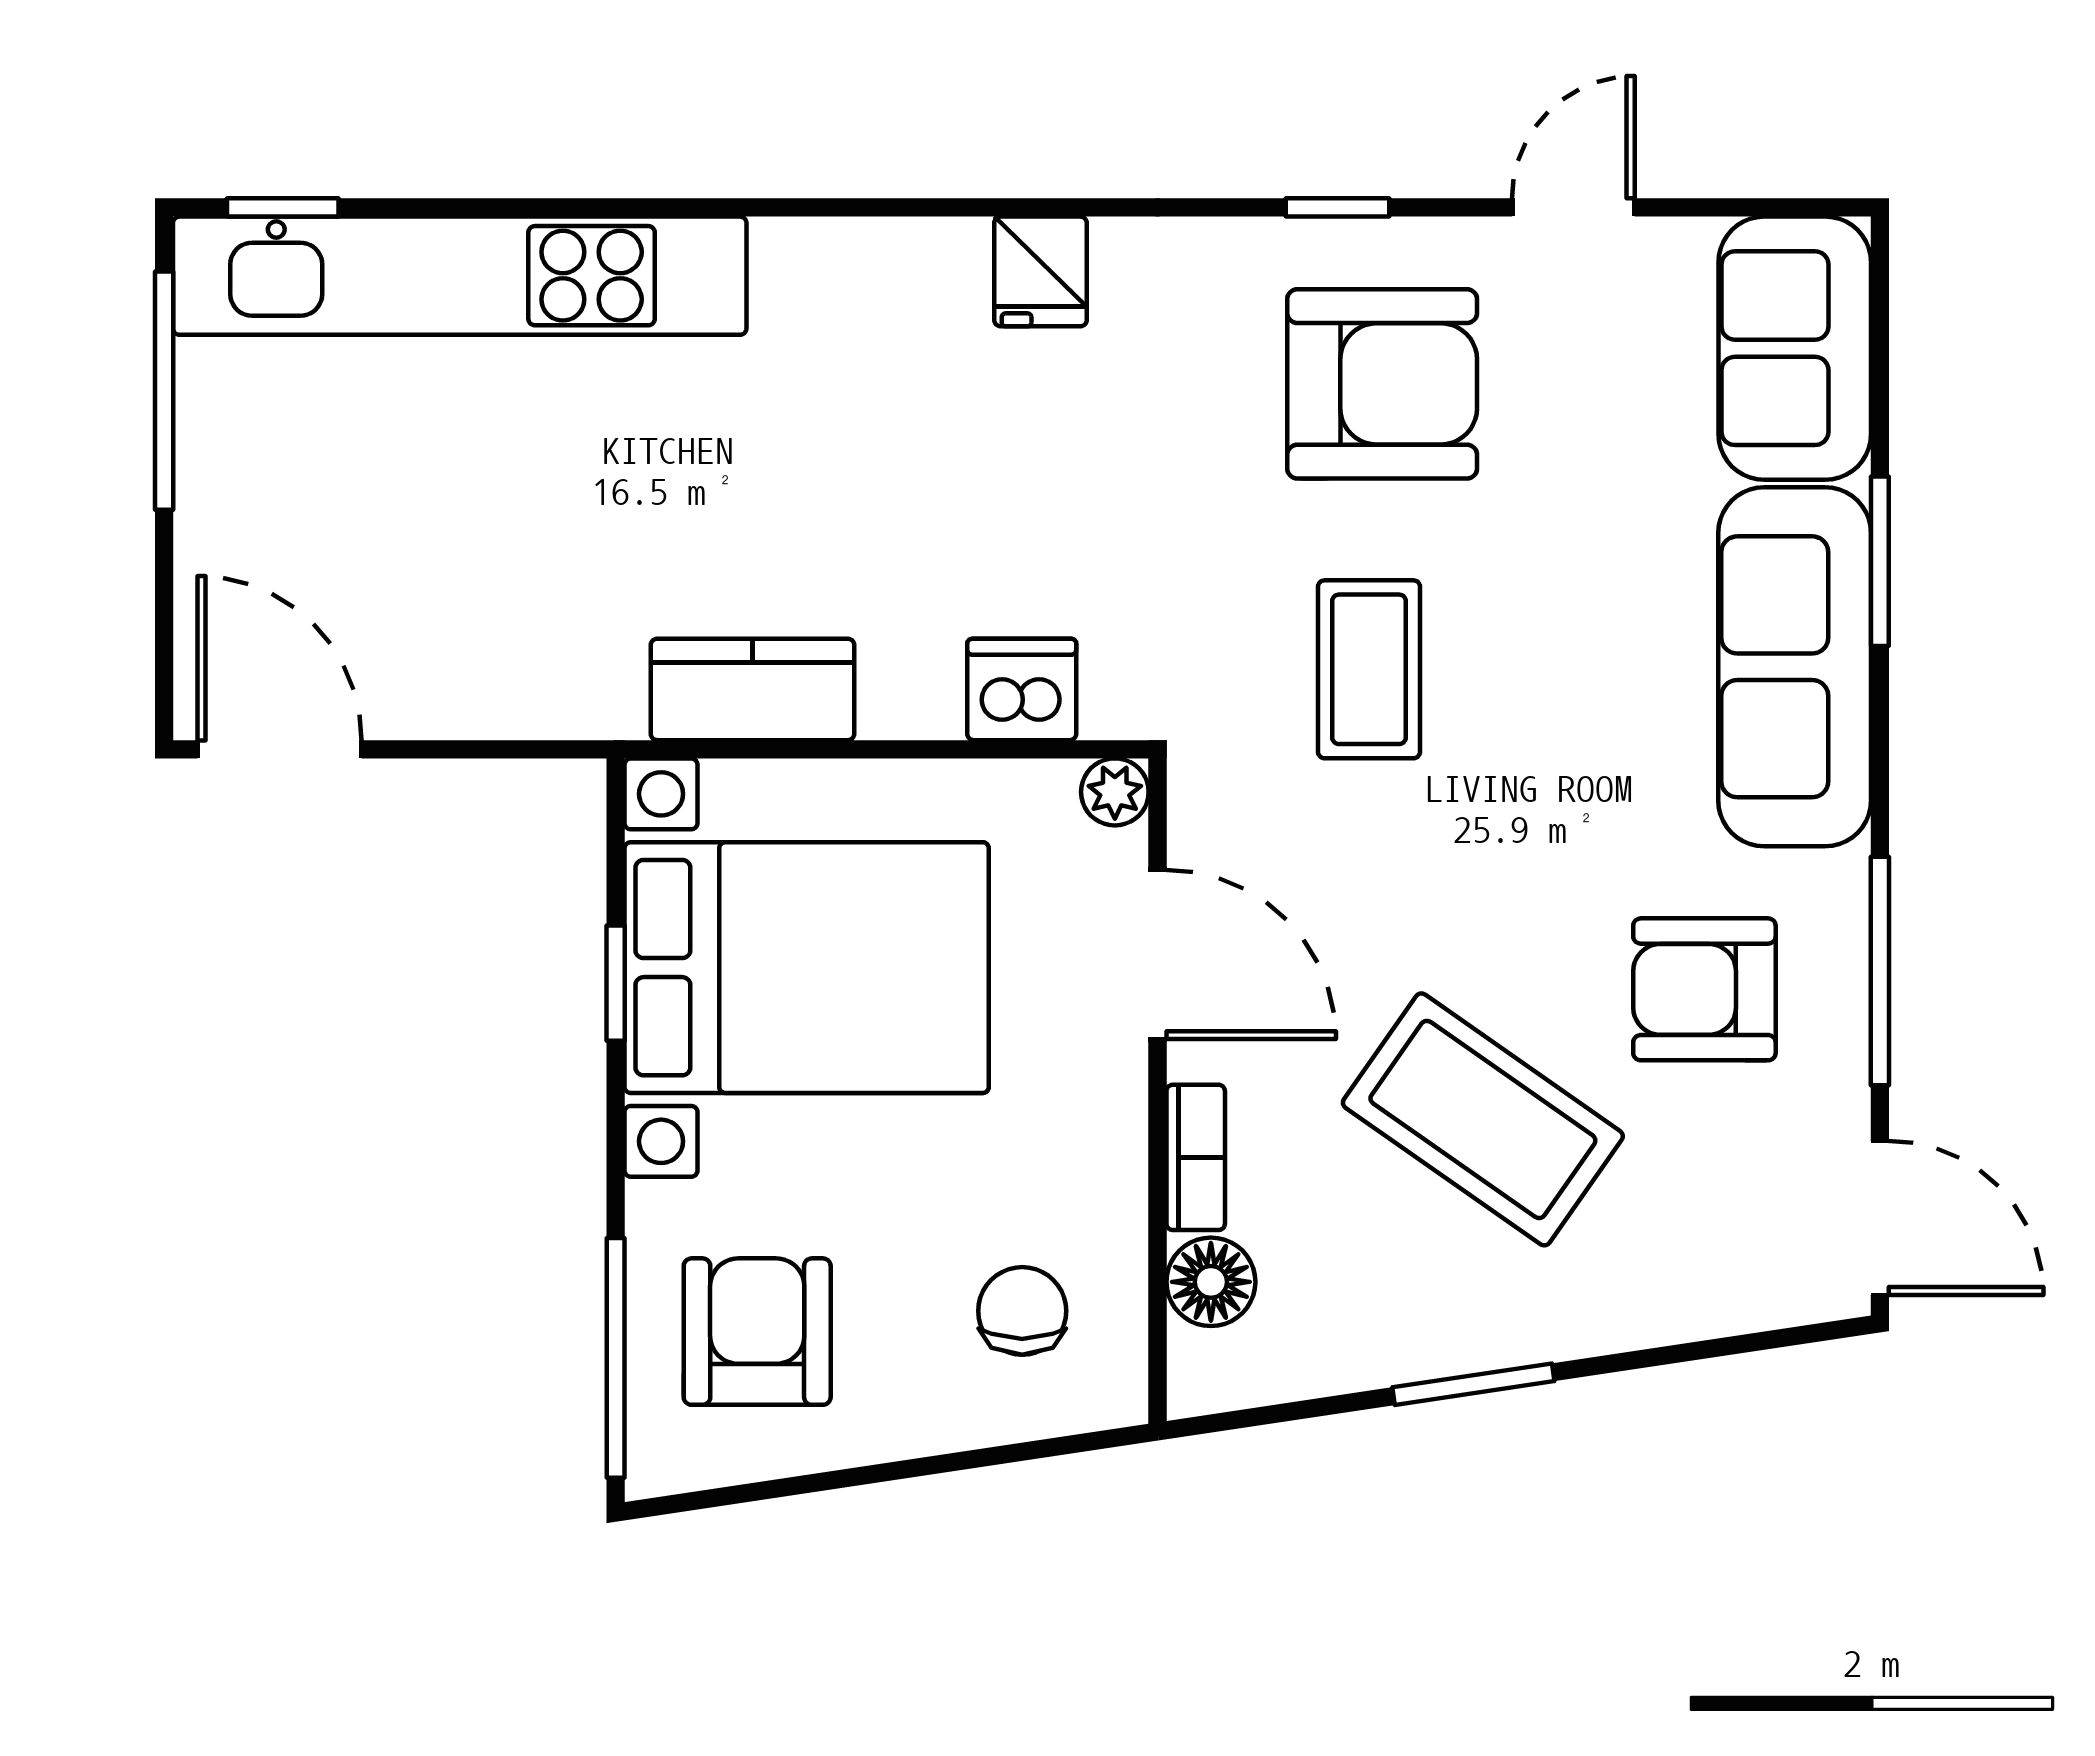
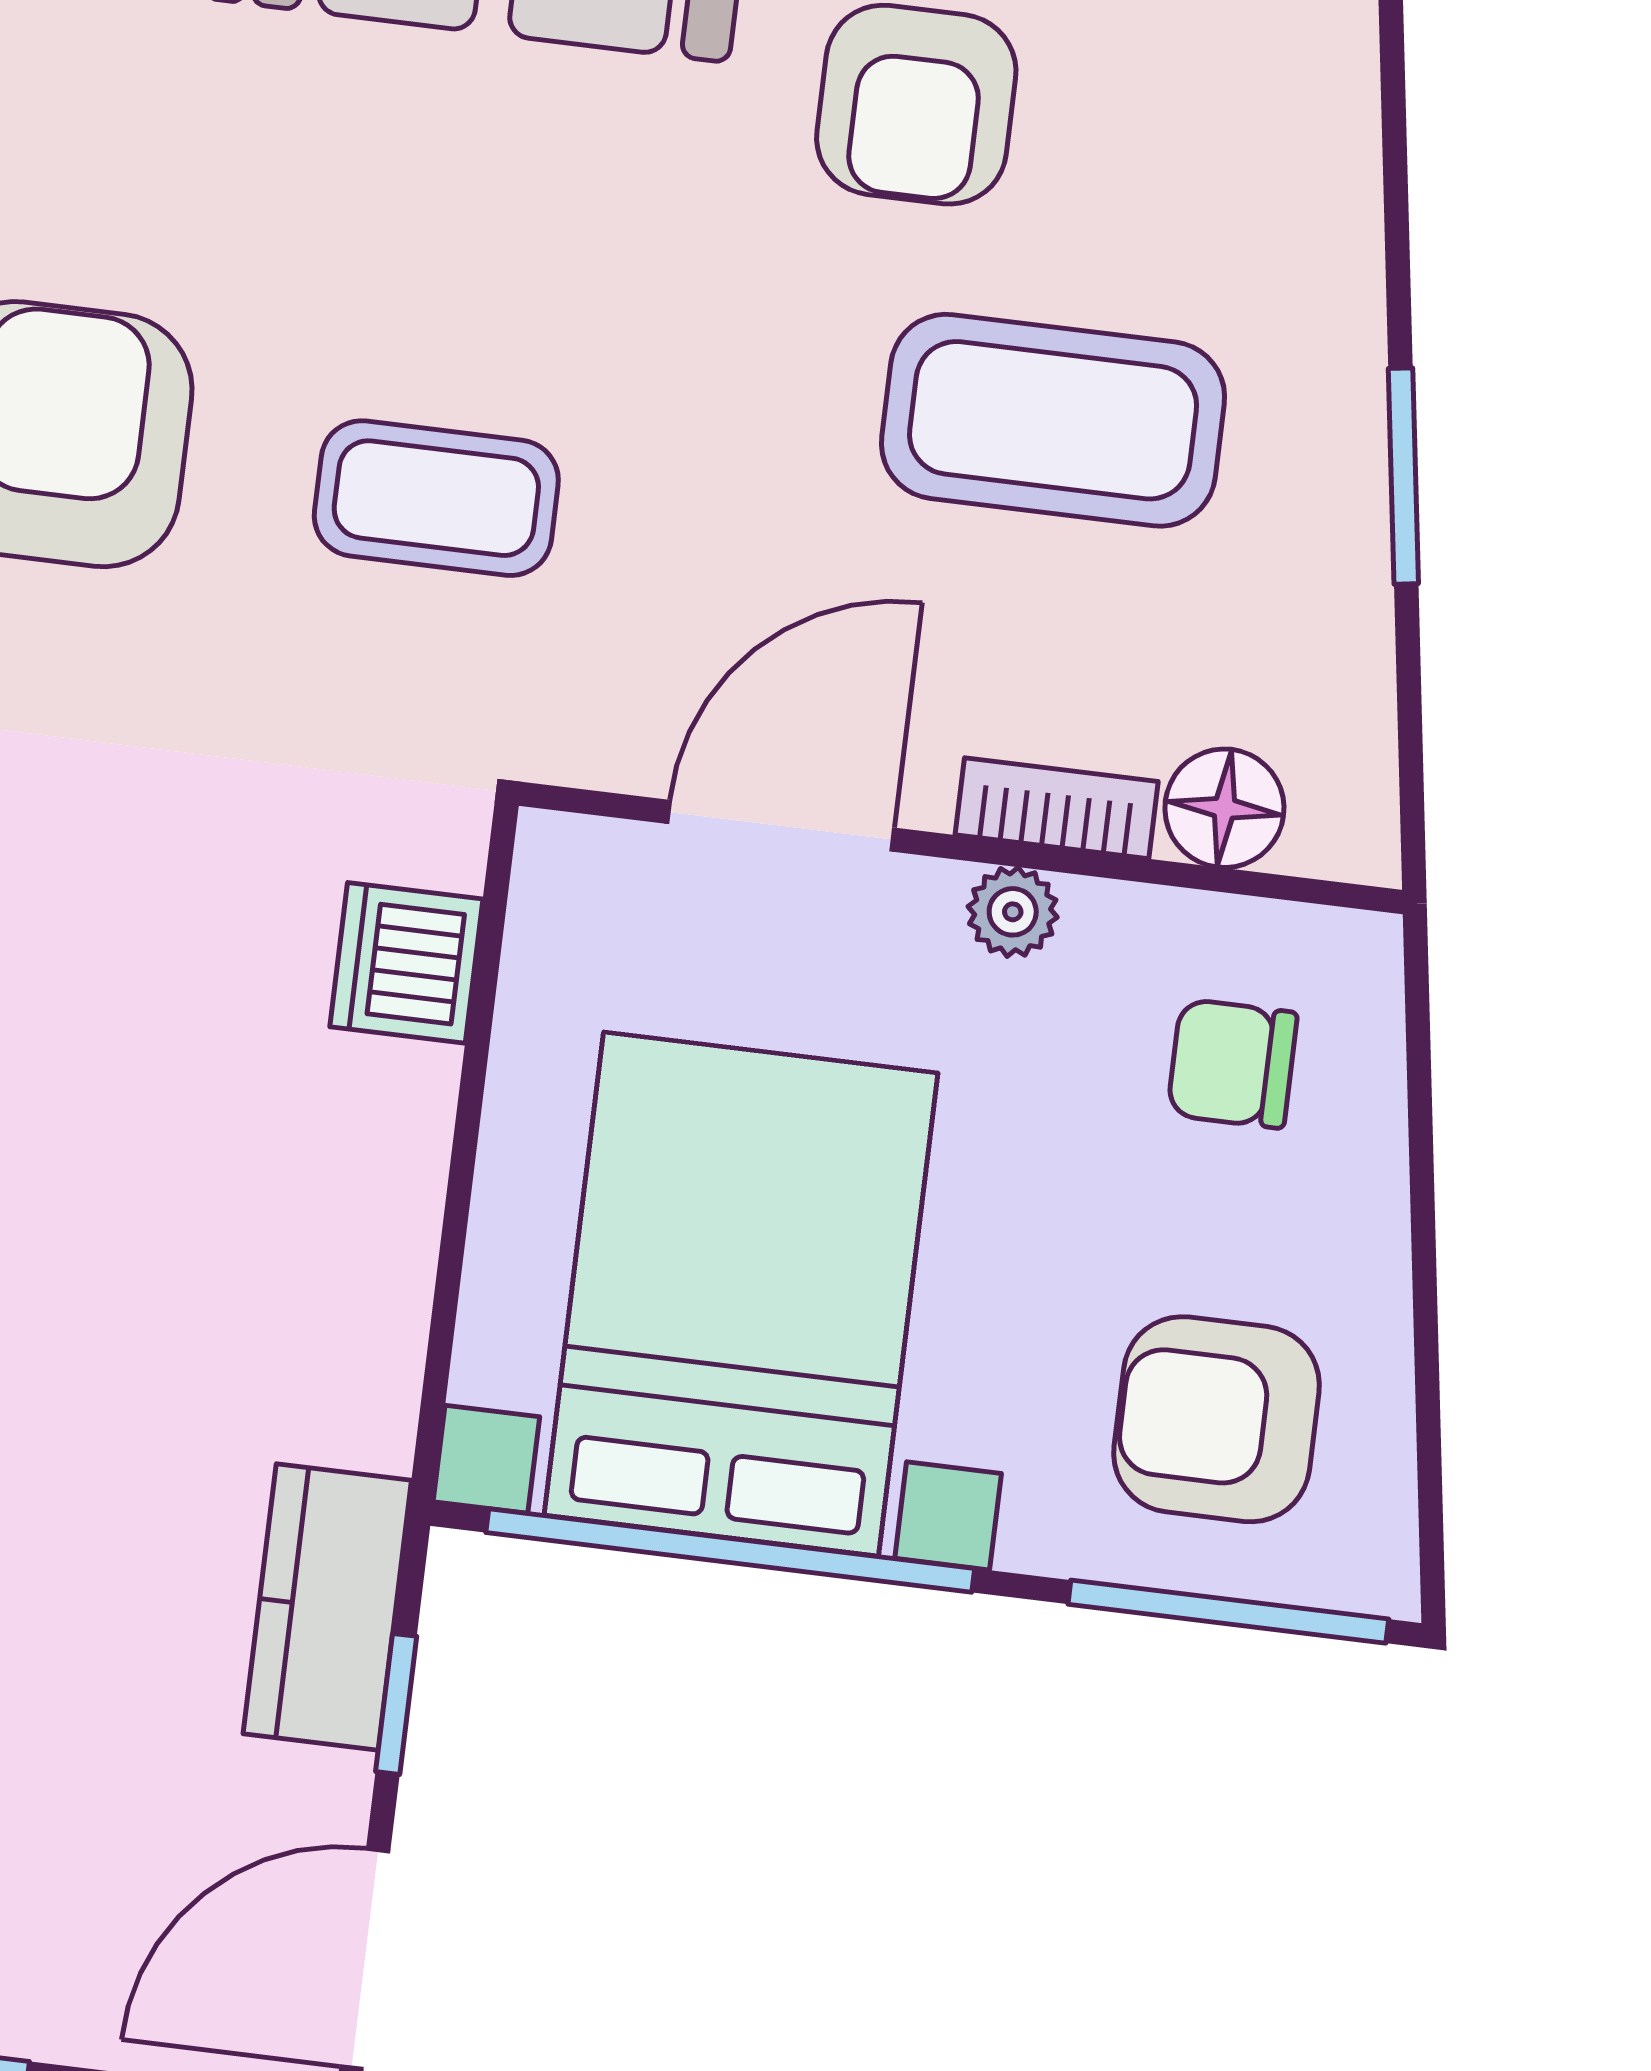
kitchen counter: (753, 689) -> (327, 1607), moved
window: (471, 749) -> (396, 1704), added
plant: (1115, 792) -> (1013, 912), moved
window: (616, 983) -> (730, 1550), width x3.17
coffee table: (1483, 1119) -> (1053, 420), turned 55

